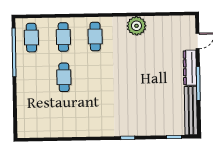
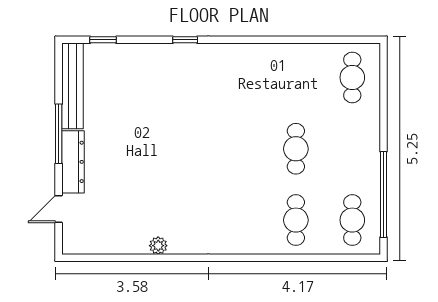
plant: (136, 26) -> (158, 246), width x0.53, depth x0.53
cafe table: (95, 36) -> (352, 77), moved

